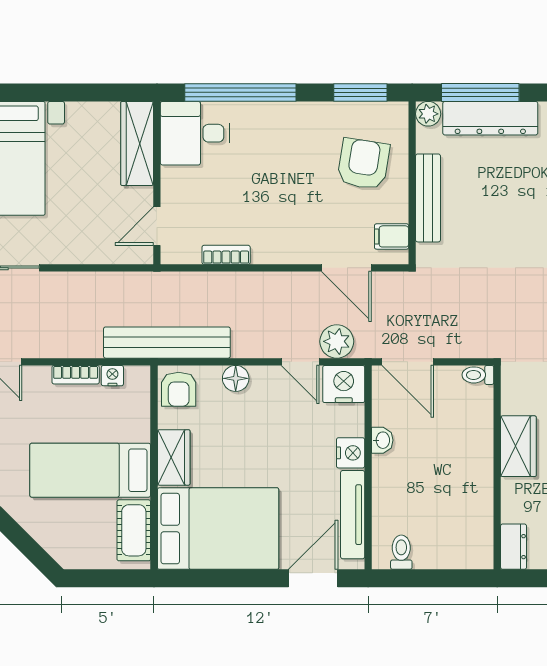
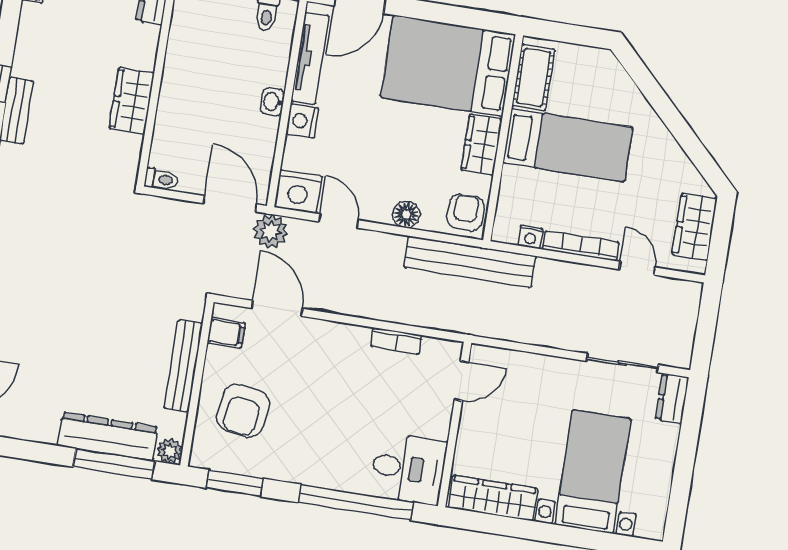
wardrobe: (137, 143) -> (493, 498), moved, turned -90
plant: (337, 341) -> (270, 231), moved
bookcase: (76, 375) -> (581, 246), width x1.56
washbasin: (382, 440) -> (273, 102), moved

